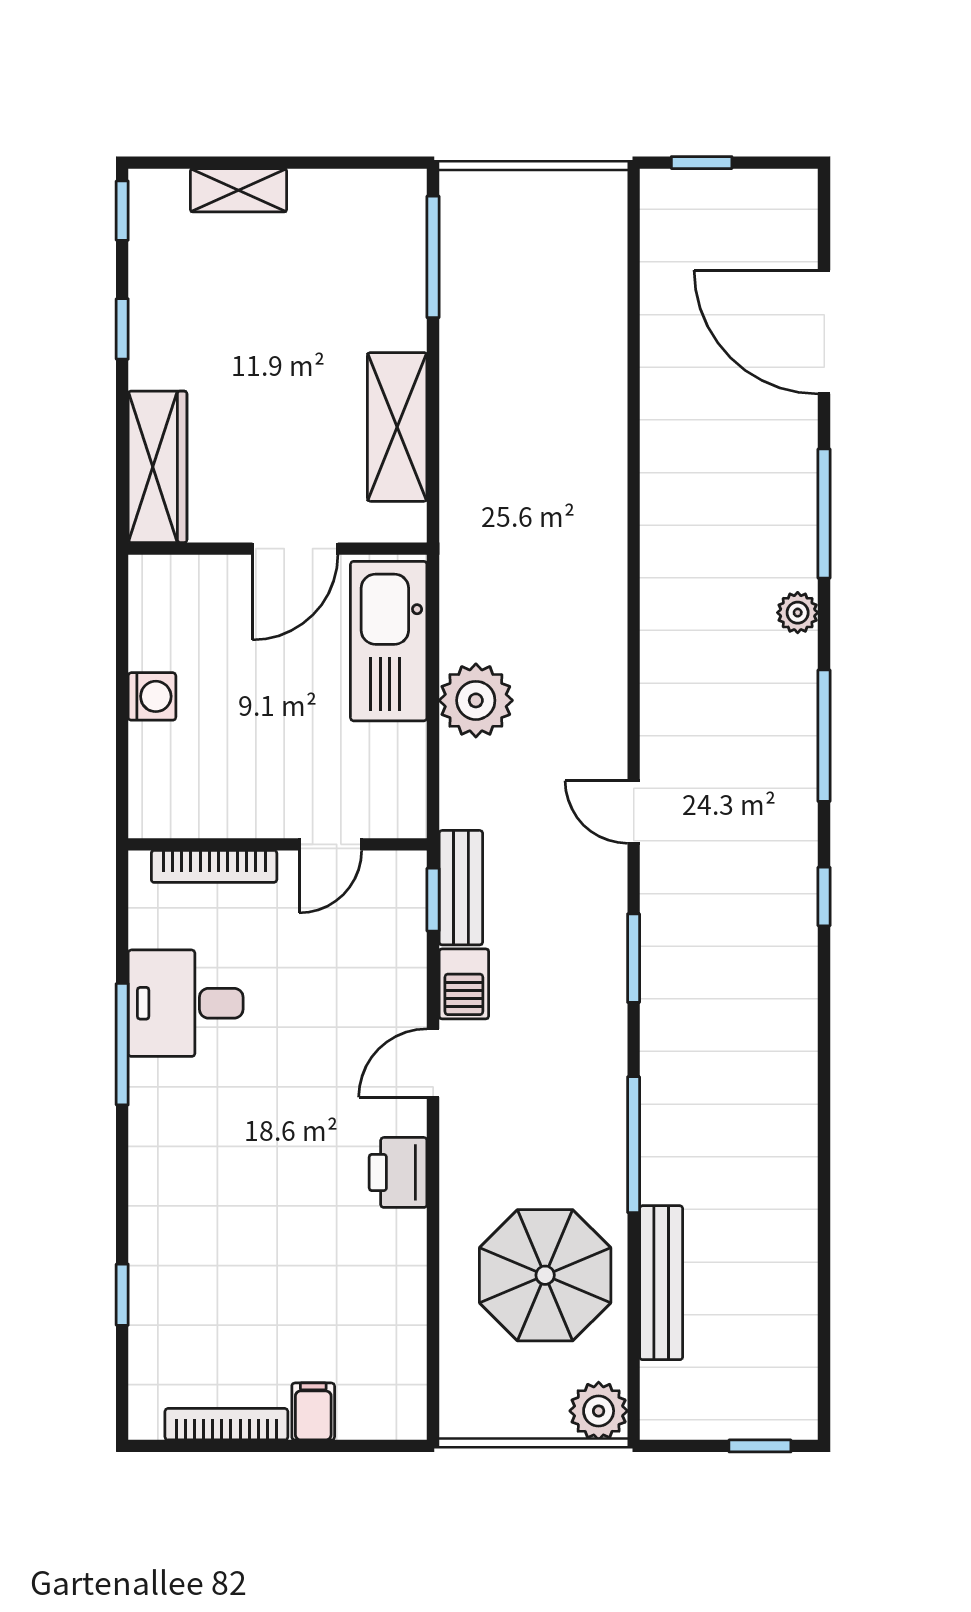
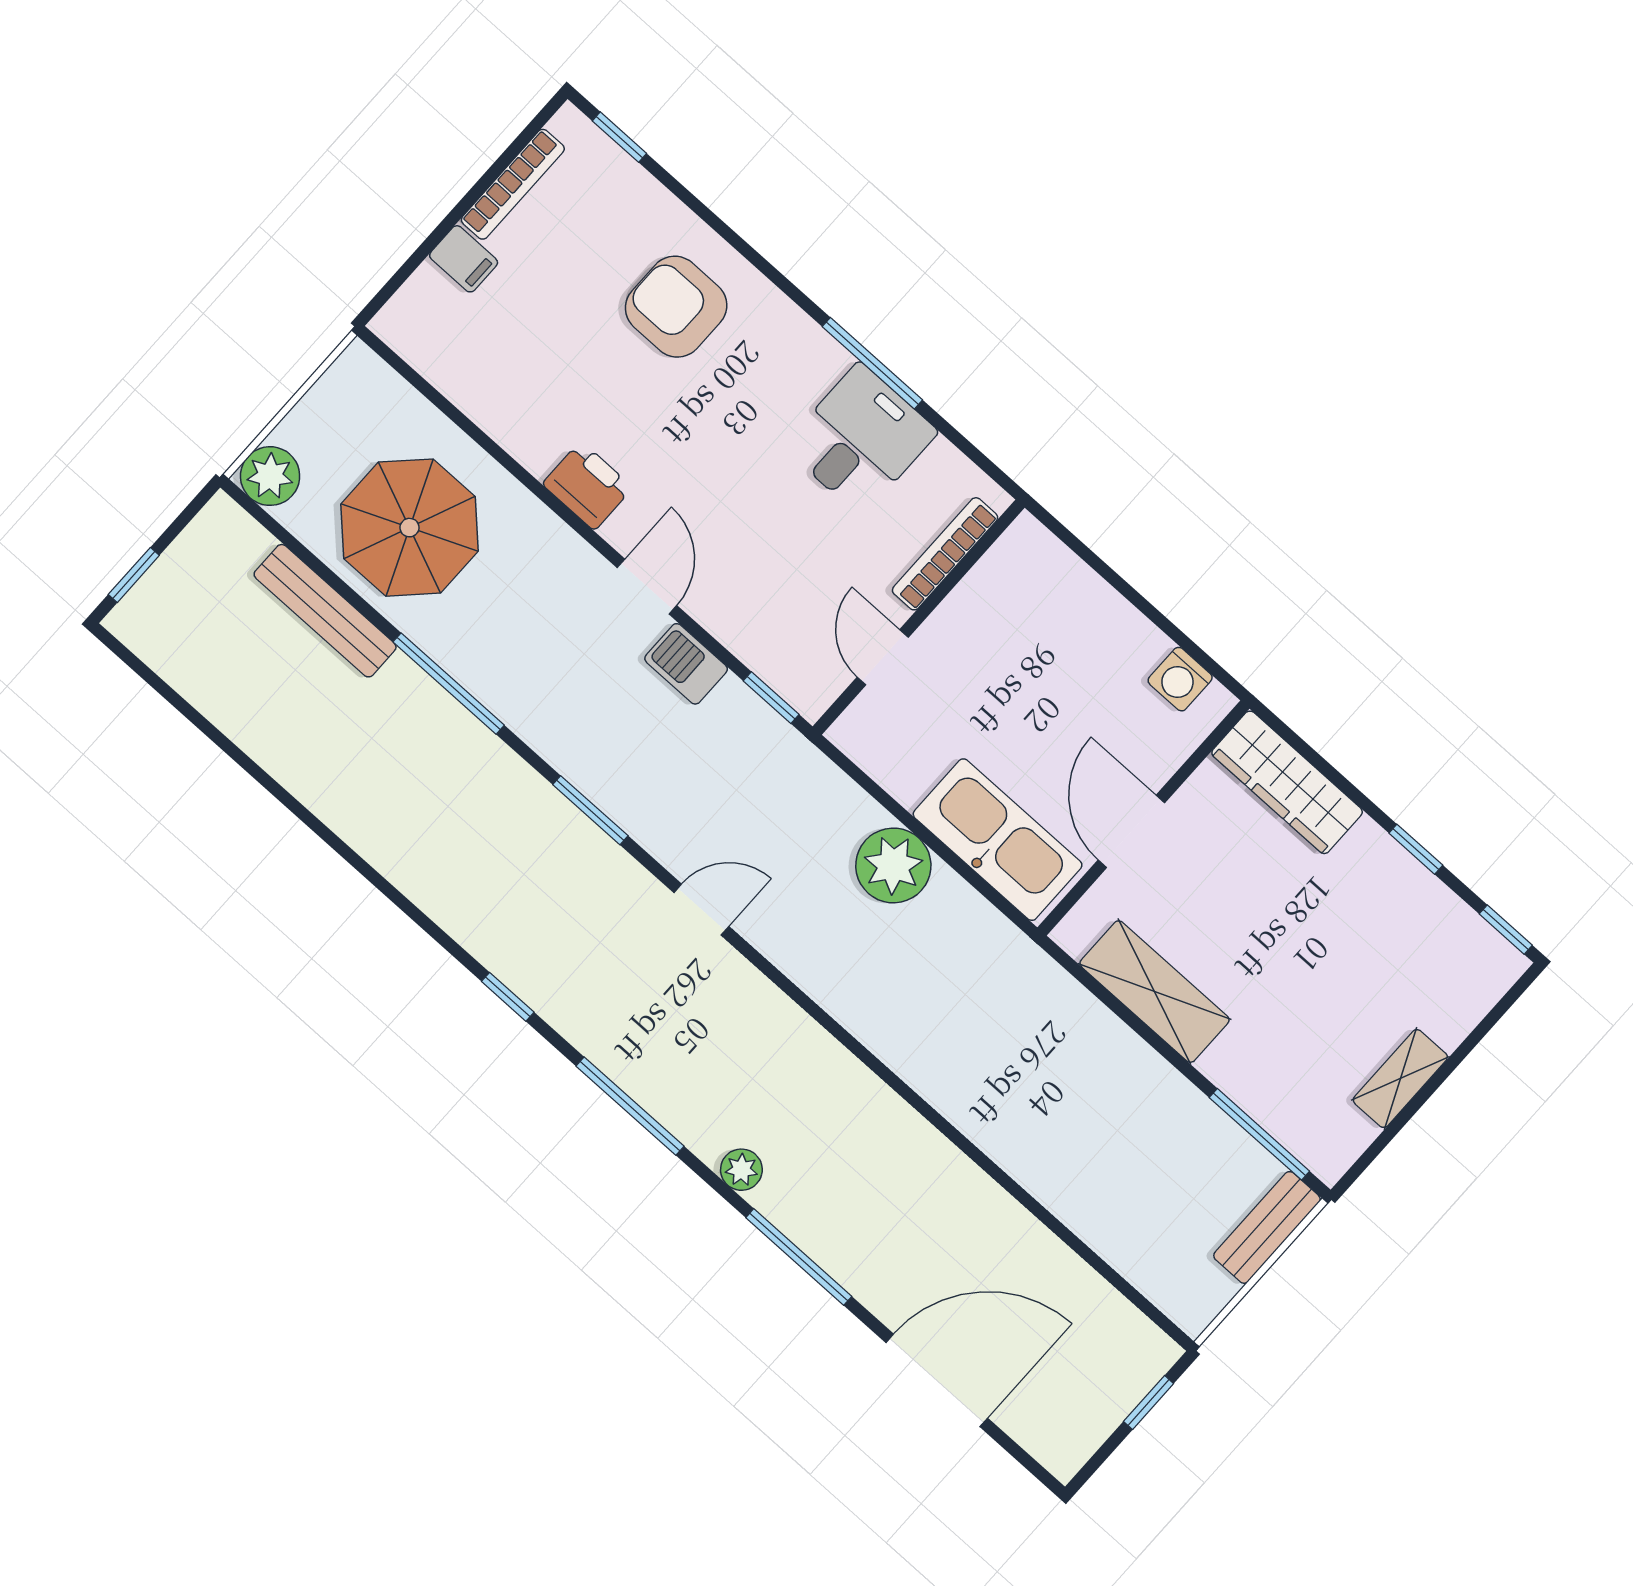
shelving: (238, 190) -> (1400, 1079), moved
washing machine: (152, 696) -> (1180, 679), moved
bench: (461, 888) -> (1267, 1227), moved, turned 90
armchair: (209, 1225) -> (676, 307), added
window: (122, 1295) -> (619, 137), moved

